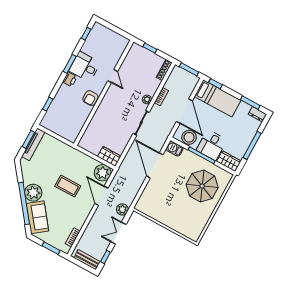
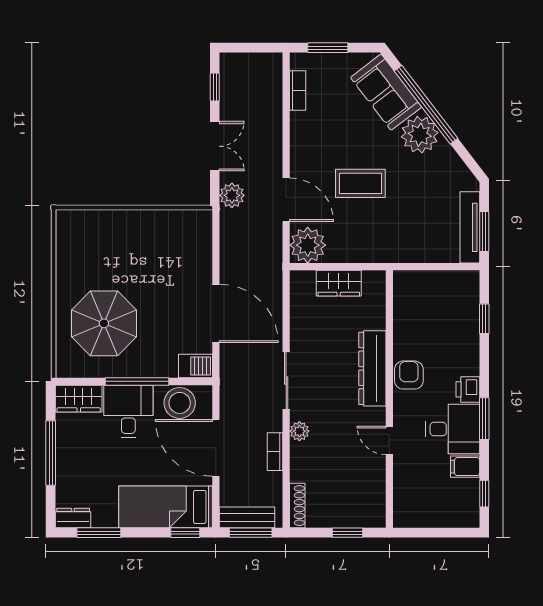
filing cabinet: (88, 49) -> (465, 467), added
dresser: (104, 109) -> (372, 368), added
wardrobe: (109, 156) -> (339, 283), moved
bench: (87, 260) -> (247, 517), moved

